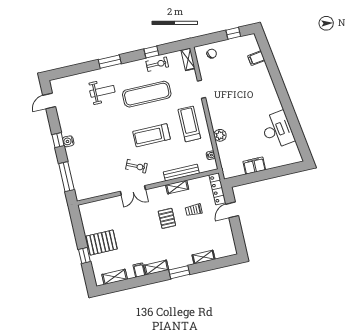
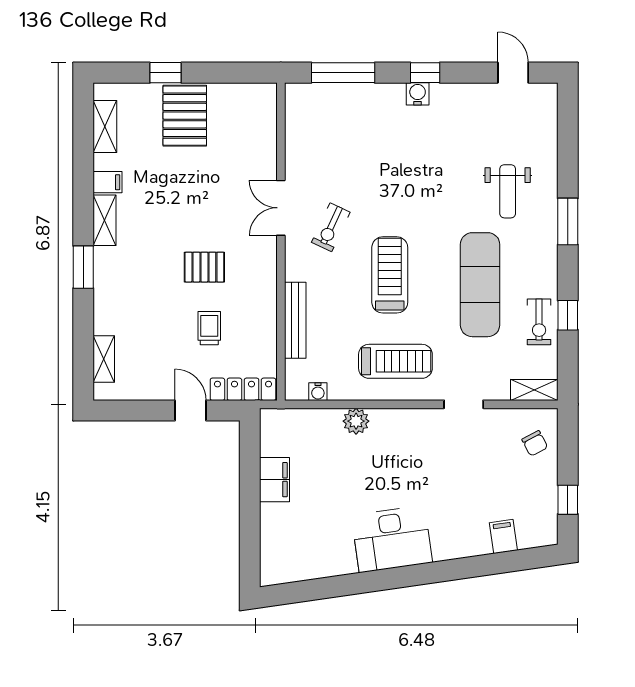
desk: (277, 130) -> (392, 539), moved
shelving: (177, 187) -> (267, 304), removed
shelving: (204, 257) -> (104, 359), moved

